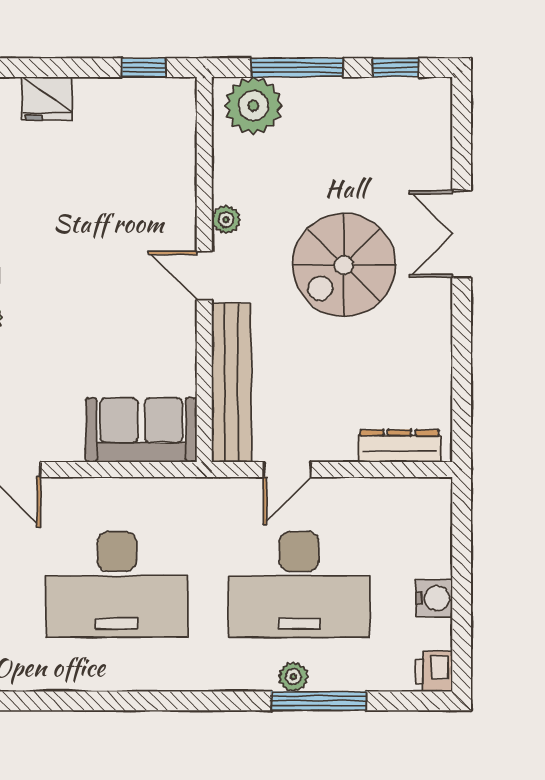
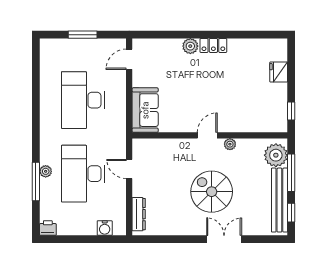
bench: (231, 383) -> (279, 200), moved, turned 90
water cooler: (434, 598) -> (105, 228), moved

